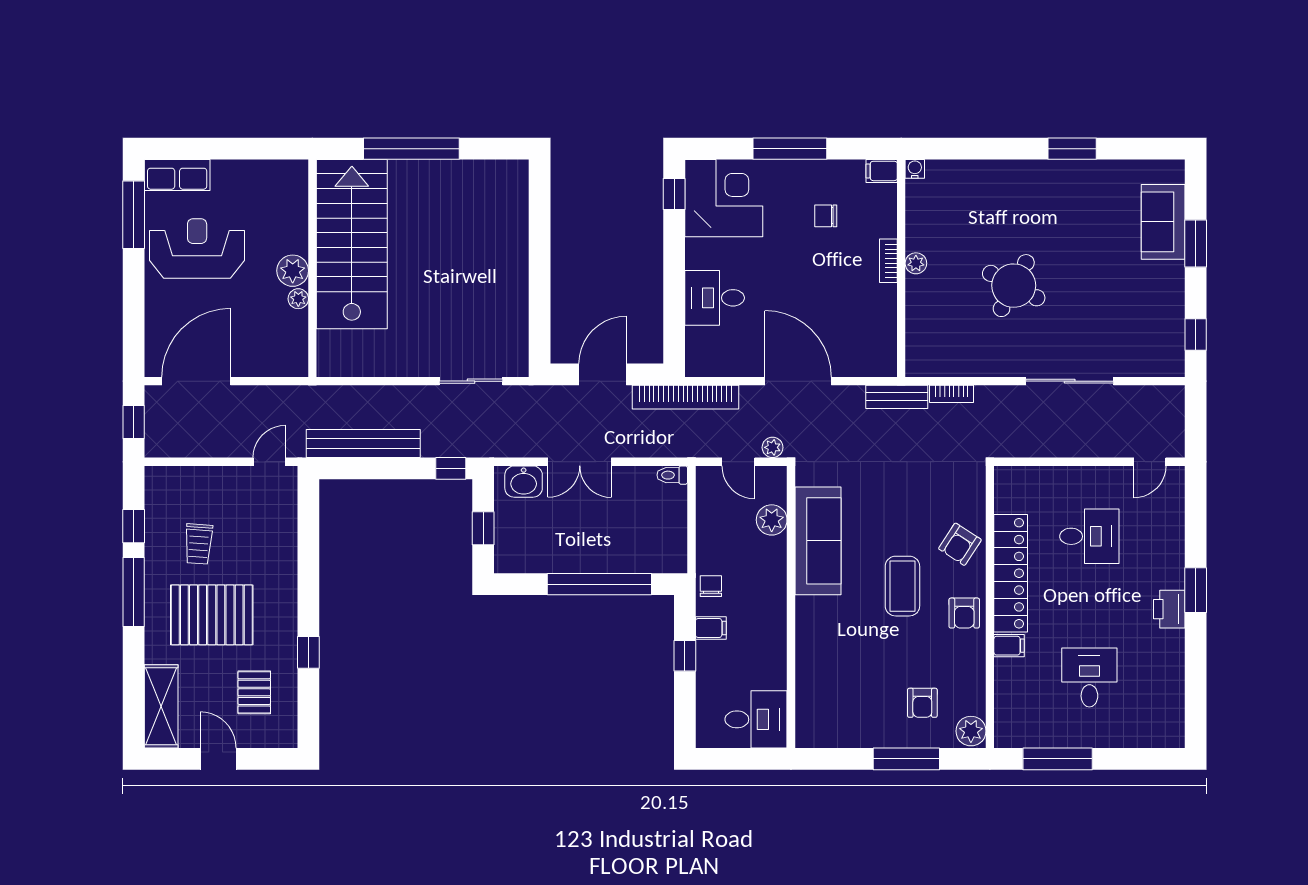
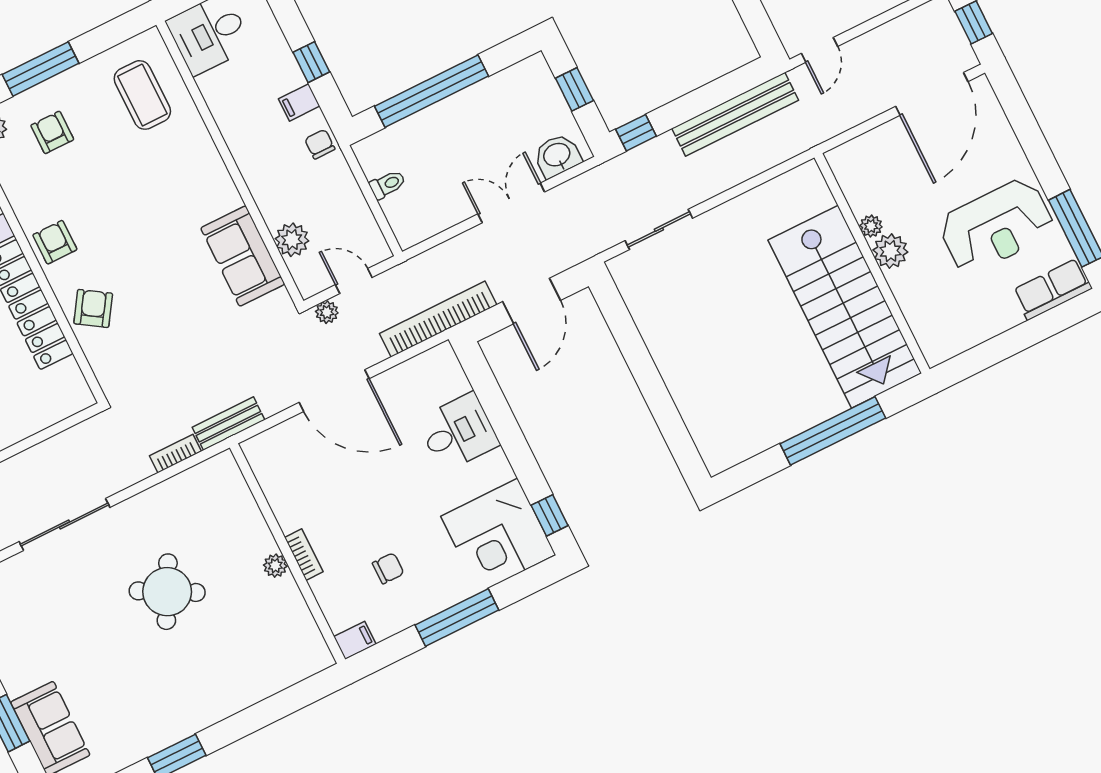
water cooler: (915, 169) -> (323, 659), removed
toilet: (672, 475) -> (388, 184), moved
sofa: (818, 541) -> (243, 256), width x0.73
chair: (711, 586) -> (320, 144), turned 180
coffee table: (902, 586) -> (142, 95), moved

